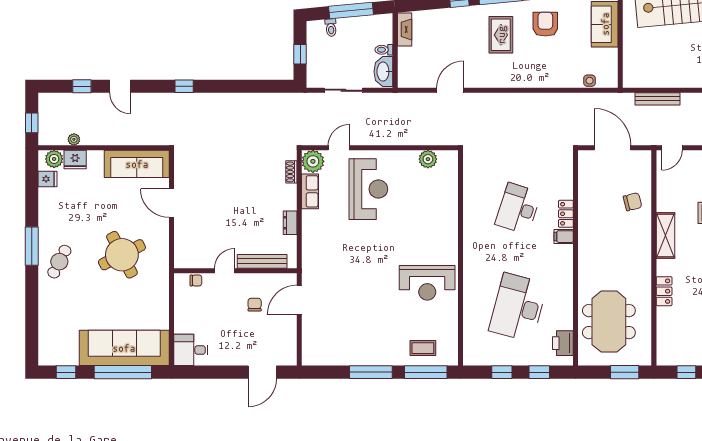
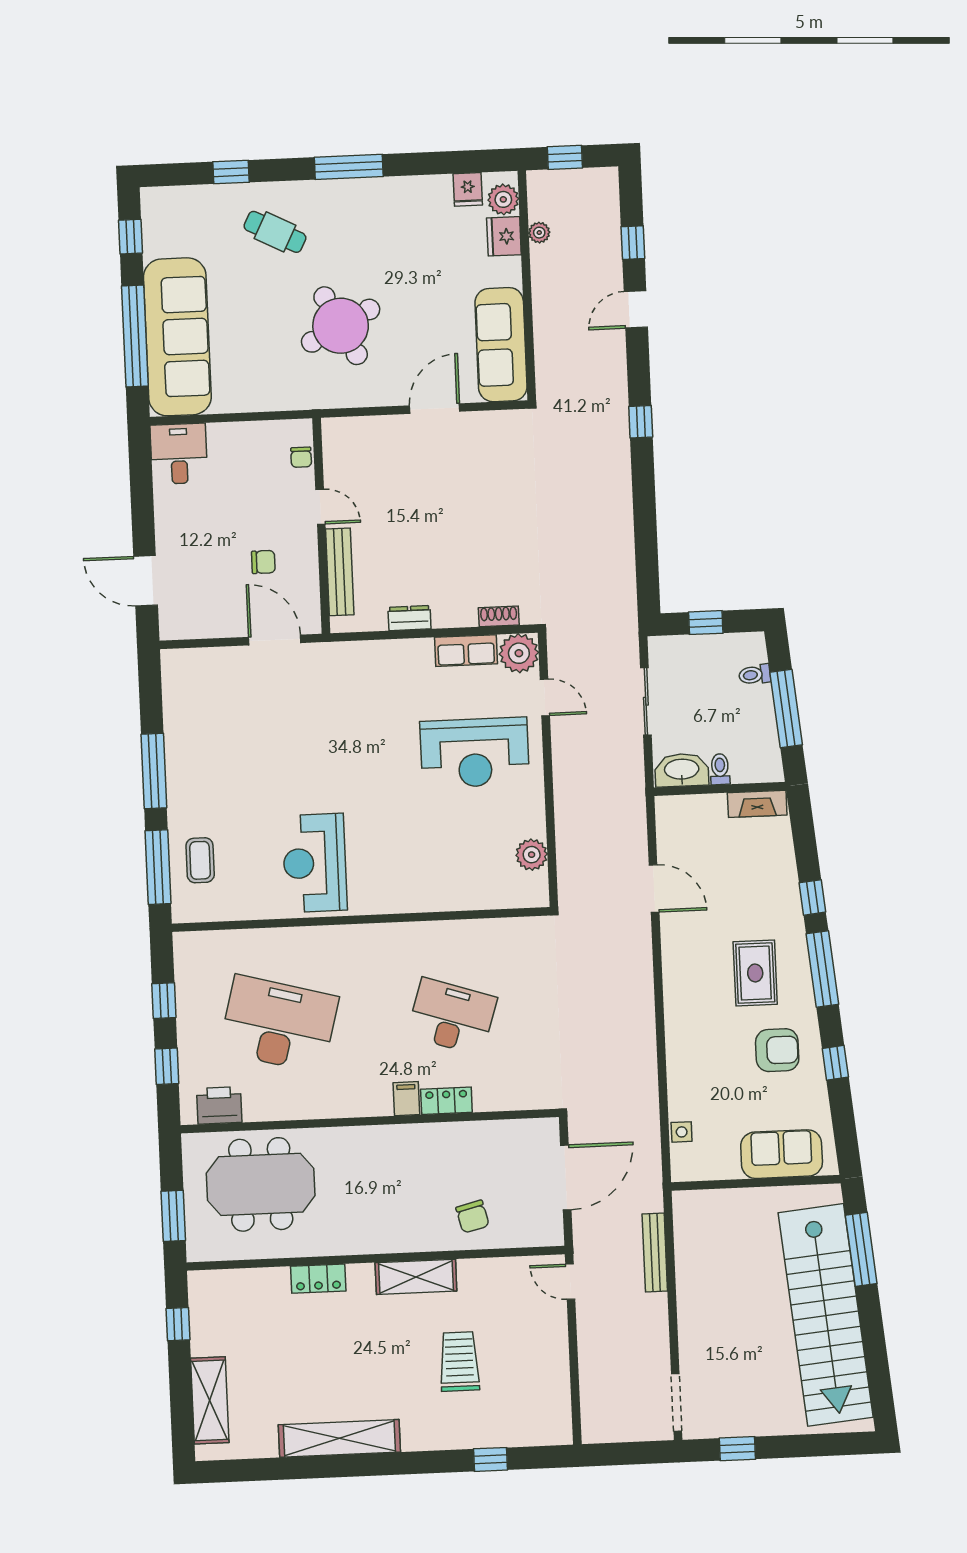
rug: (501, 35) -> (755, 973), turned 90
cafe table: (59, 262) -> (275, 232), moved
window: (32, 313) -> (231, 172), added

